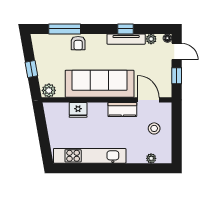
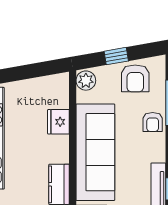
armchair: (78, 43) -> (153, 122), turned -90
armchair: (47, 56) -> (135, 78), added

